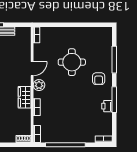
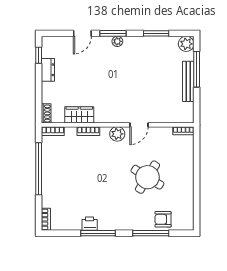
round table: (72, 62) -> (147, 177), turned 32
door: (32, 69) -> (139, 125), hinge flipped
armchair: (99, 79) -> (163, 219), moved
wardrobe: (25, 97) -> (79, 115), moved

